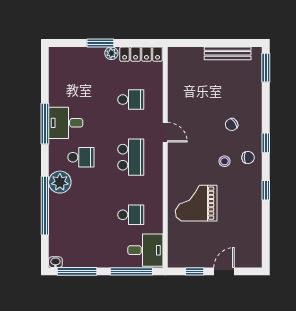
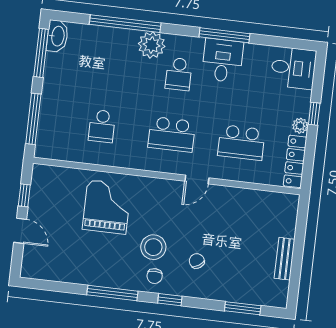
window: (100, 43) -> (314, 114), width x0.67
bench: (228, 53) -> (284, 259), width x0.73
window: (266, 68) -> (243, 308), moved
school desk: (131, 100) -> (241, 143), width x1.85
stool: (224, 161) -> (153, 247), width x1.89, depth x1.89
window: (266, 190) -> (112, 293), width x2.17
desk: (145, 250) -> (293, 68), moved, turned -90
washbasin: (55, 262) -> (57, 36), width x1.91, depth x1.45

